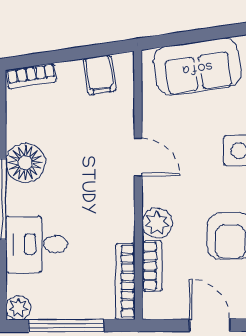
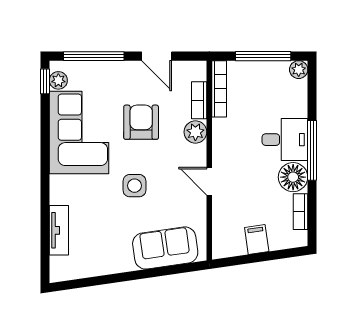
filing cabinet: (100, 75) -> (257, 239), moved
bookcase: (31, 76) -> (301, 212), moved, turned -82
desk: (37, 244) -> (285, 140), moved

